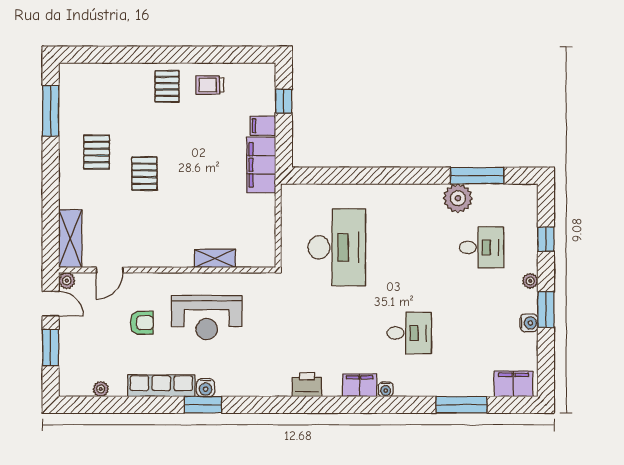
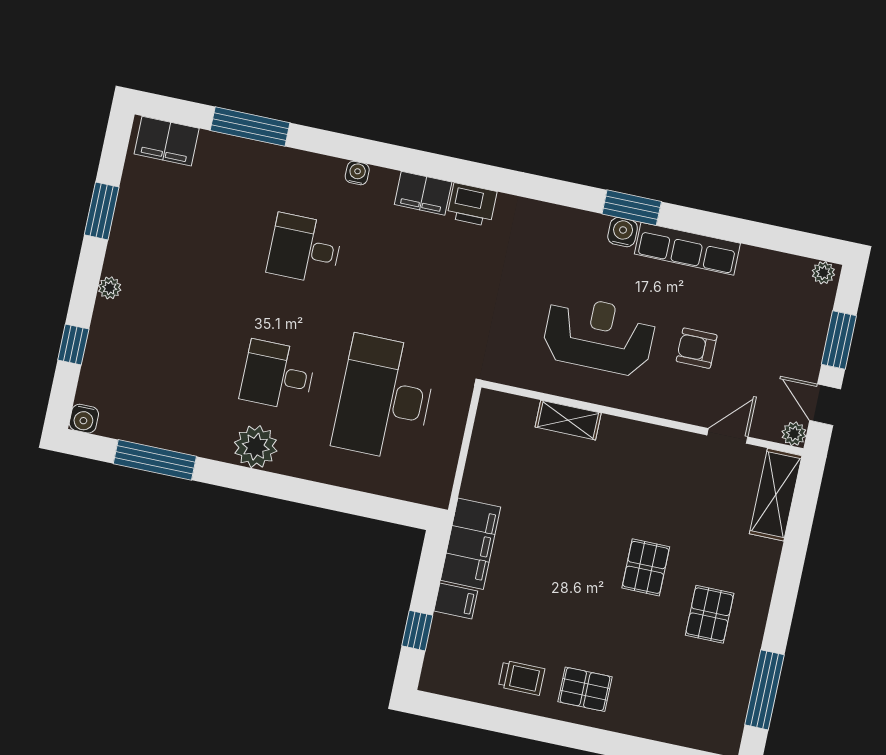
pallet: (167, 86) -> (585, 689), turned 90
plant: (458, 198) -> (256, 447), moved
desk: (482, 247) -> (278, 375), moved
window: (546, 310) -> (102, 211), moved
water cooler: (529, 323) -> (84, 419), moved, turned -90
filing cabinet: (360, 385) -> (423, 193), moved
plant: (101, 389) -> (823, 273), moved

